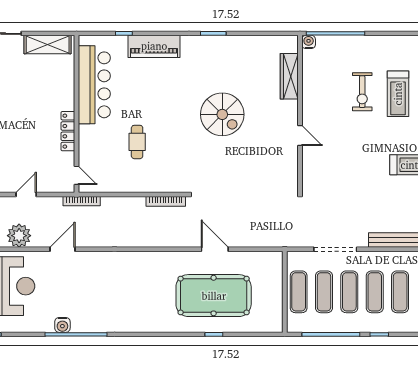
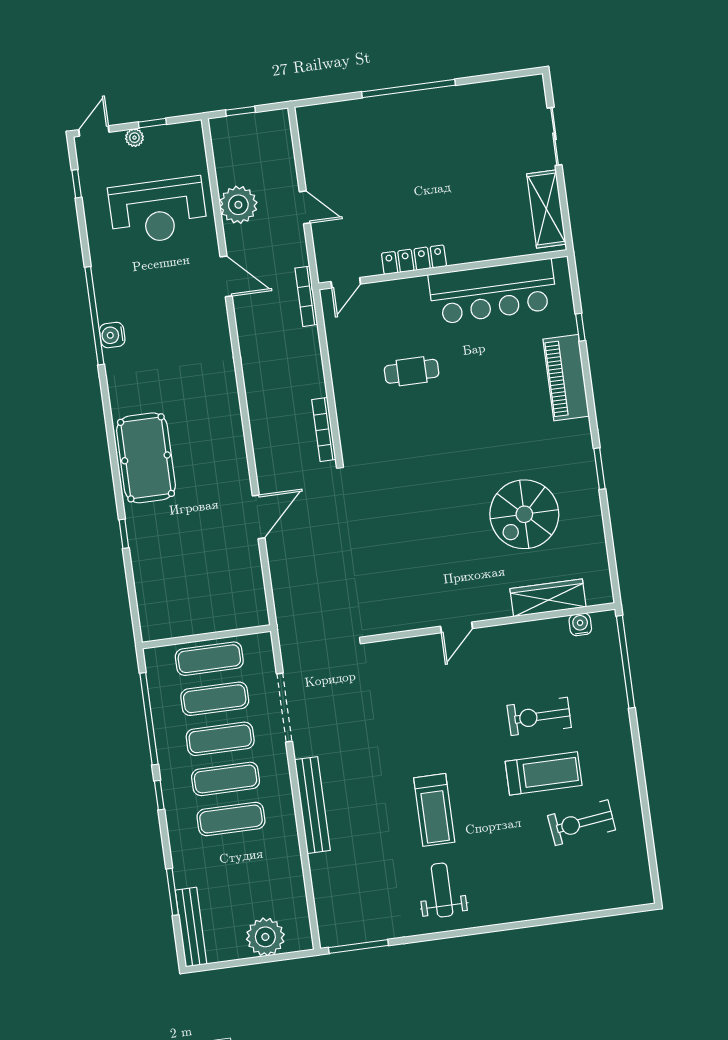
water cooler: (309, 42) -> (580, 624), moved, turned -90
treadmill: (398, 94) -> (544, 773), turned 180
spiral stairs: (222, 114) -> (524, 514), moved
pool table: (214, 296) -> (146, 458), moved, width x0.73, depth x0.76
water cooler: (62, 325) -> (112, 335), moved

